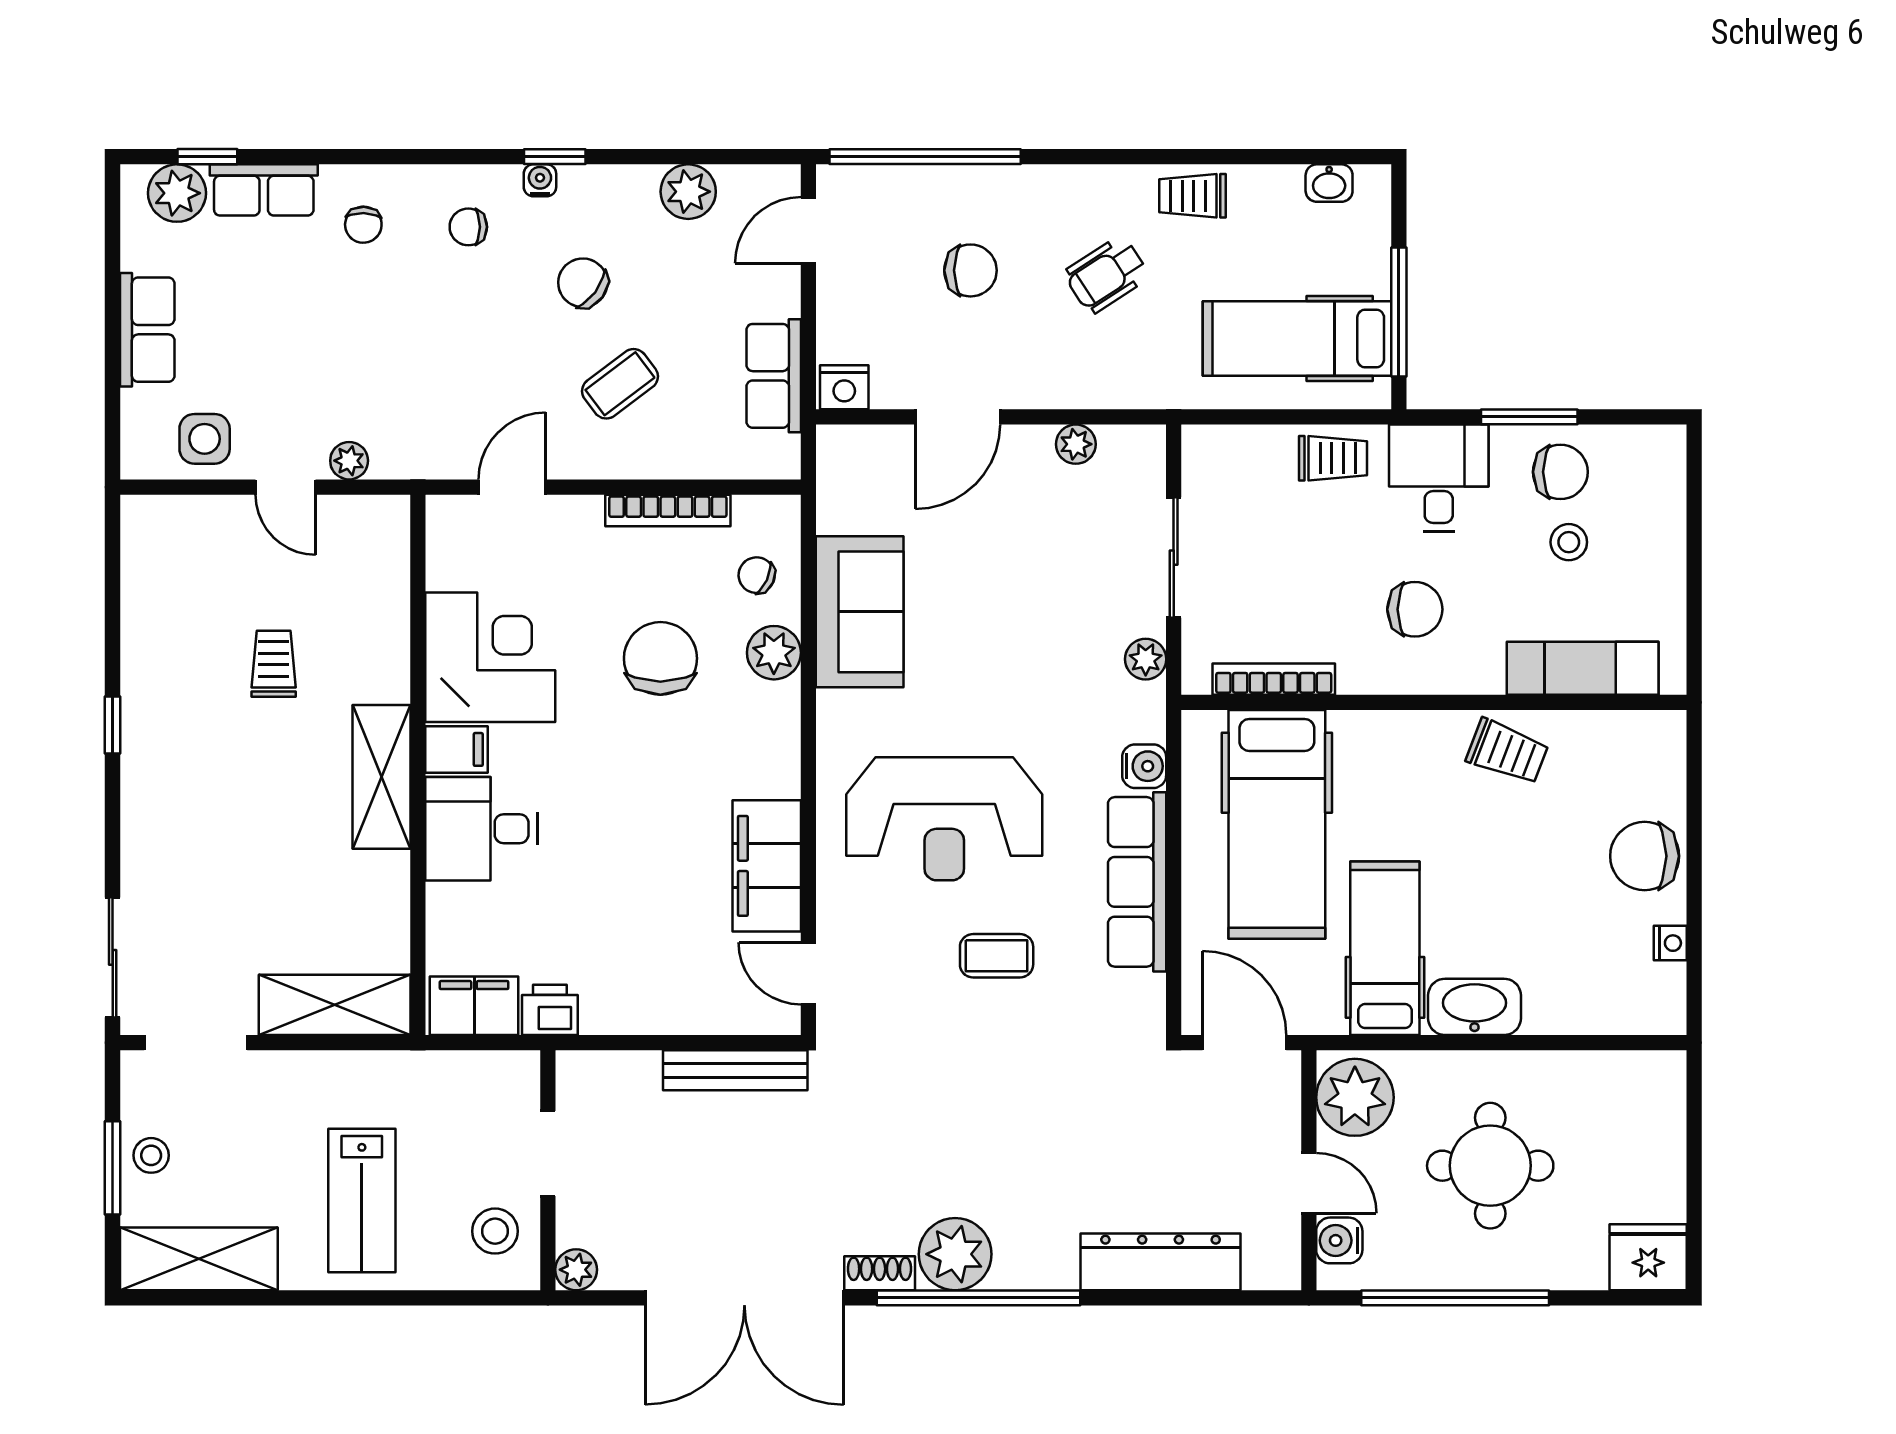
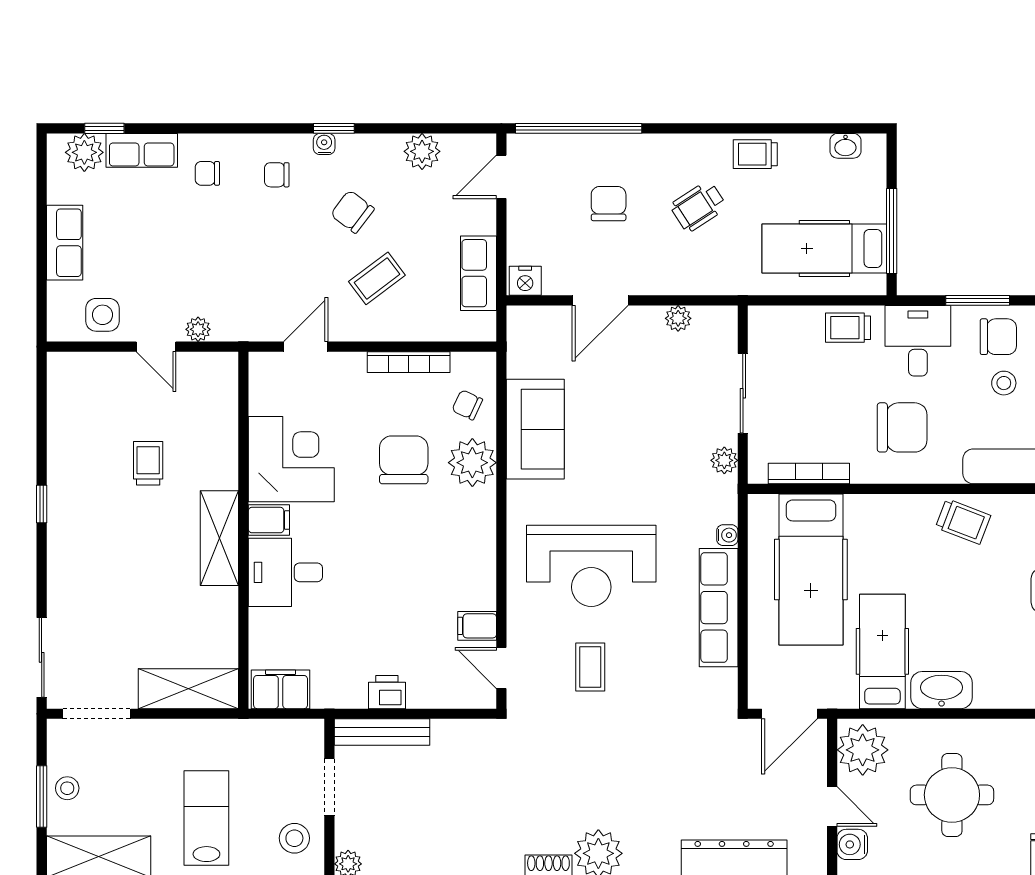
chair: (363, 225) -> (207, 173), turned 88
chair: (970, 270) -> (609, 204), turned -90
trolley: (1333, 458) -> (848, 328), turned 180
chair: (1415, 609) -> (902, 427), width x1.37, depth x1.37
plant: (774, 653) -> (472, 463), width x1.36, depth x1.36
water cooler: (1144, 766) -> (727, 535), width x0.72, depth x0.72
filing cabinet: (767, 866) -> (477, 626), width x0.33, depth x0.86
coffee table: (997, 956) -> (590, 667), moved, turned 90
printer: (550, 1010) -> (387, 692), moved
door: (1244, 1043) -> (789, 714), swing flipped
bench: (735, 1070) -> (382, 732), moved
lab bench: (362, 1200) -> (206, 818), turned 180

